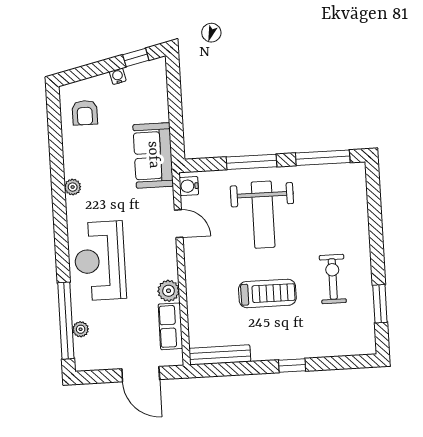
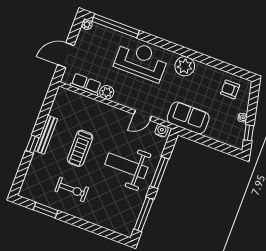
plant: (73, 187) -> (185, 66), width x1.87, depth x1.87
plant: (81, 329) -> (87, 25), moved
bench: (220, 355) -> (46, 135), moved

